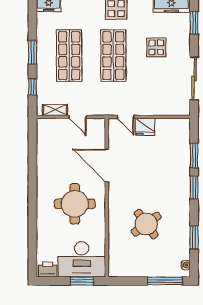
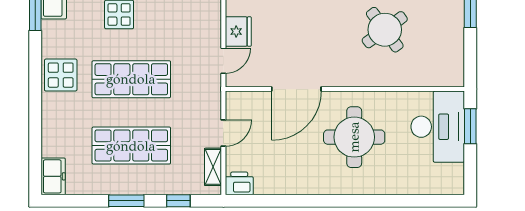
printer: (48, 269) -> (239, 183), moved, turned 90

